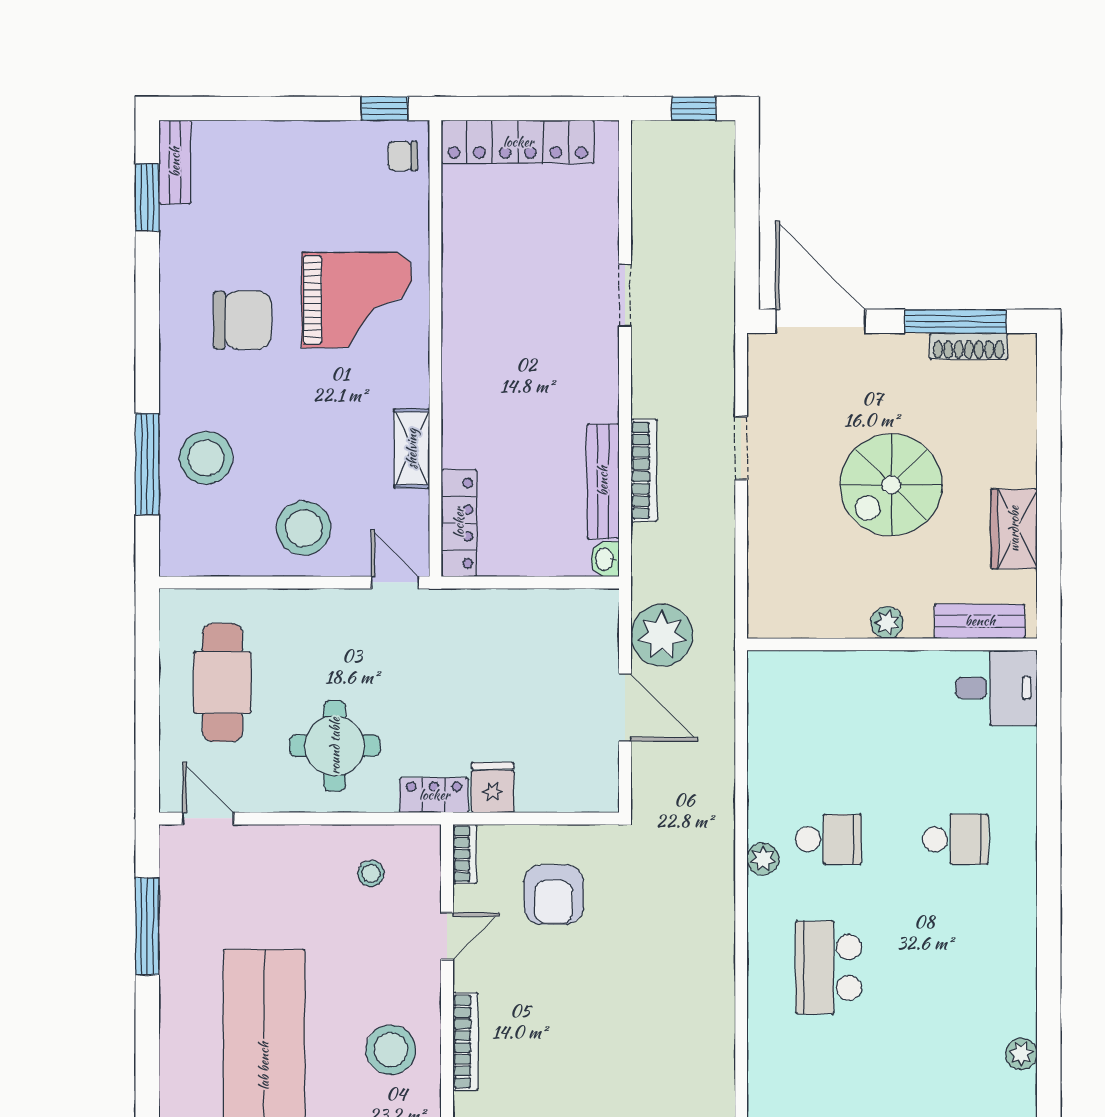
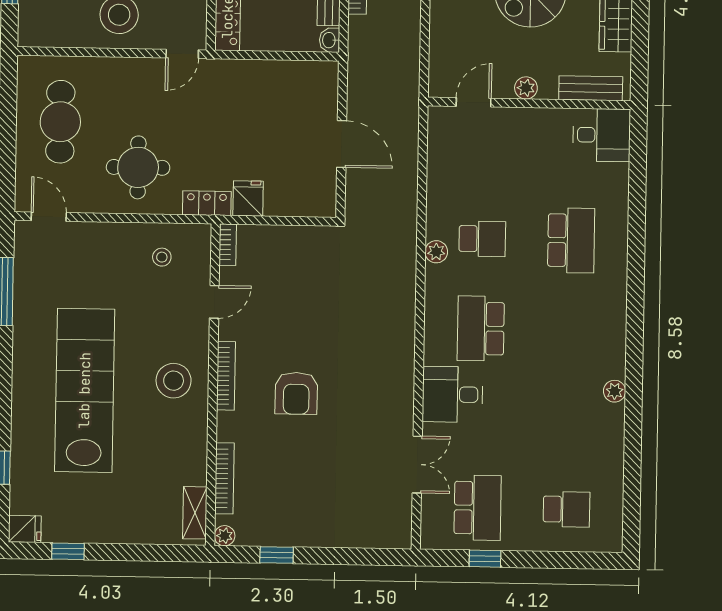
door: (395, 582) -> (182, 54), swing flipped
plant: (662, 635) -> (368, 94), removed
door: (813, 644) -> (474, 102), added
school desk: (956, 839) -> (571, 240), width x1.85
armchair: (554, 895) -> (296, 393), moved
desk: (790, 1062) -> (452, 394), added

